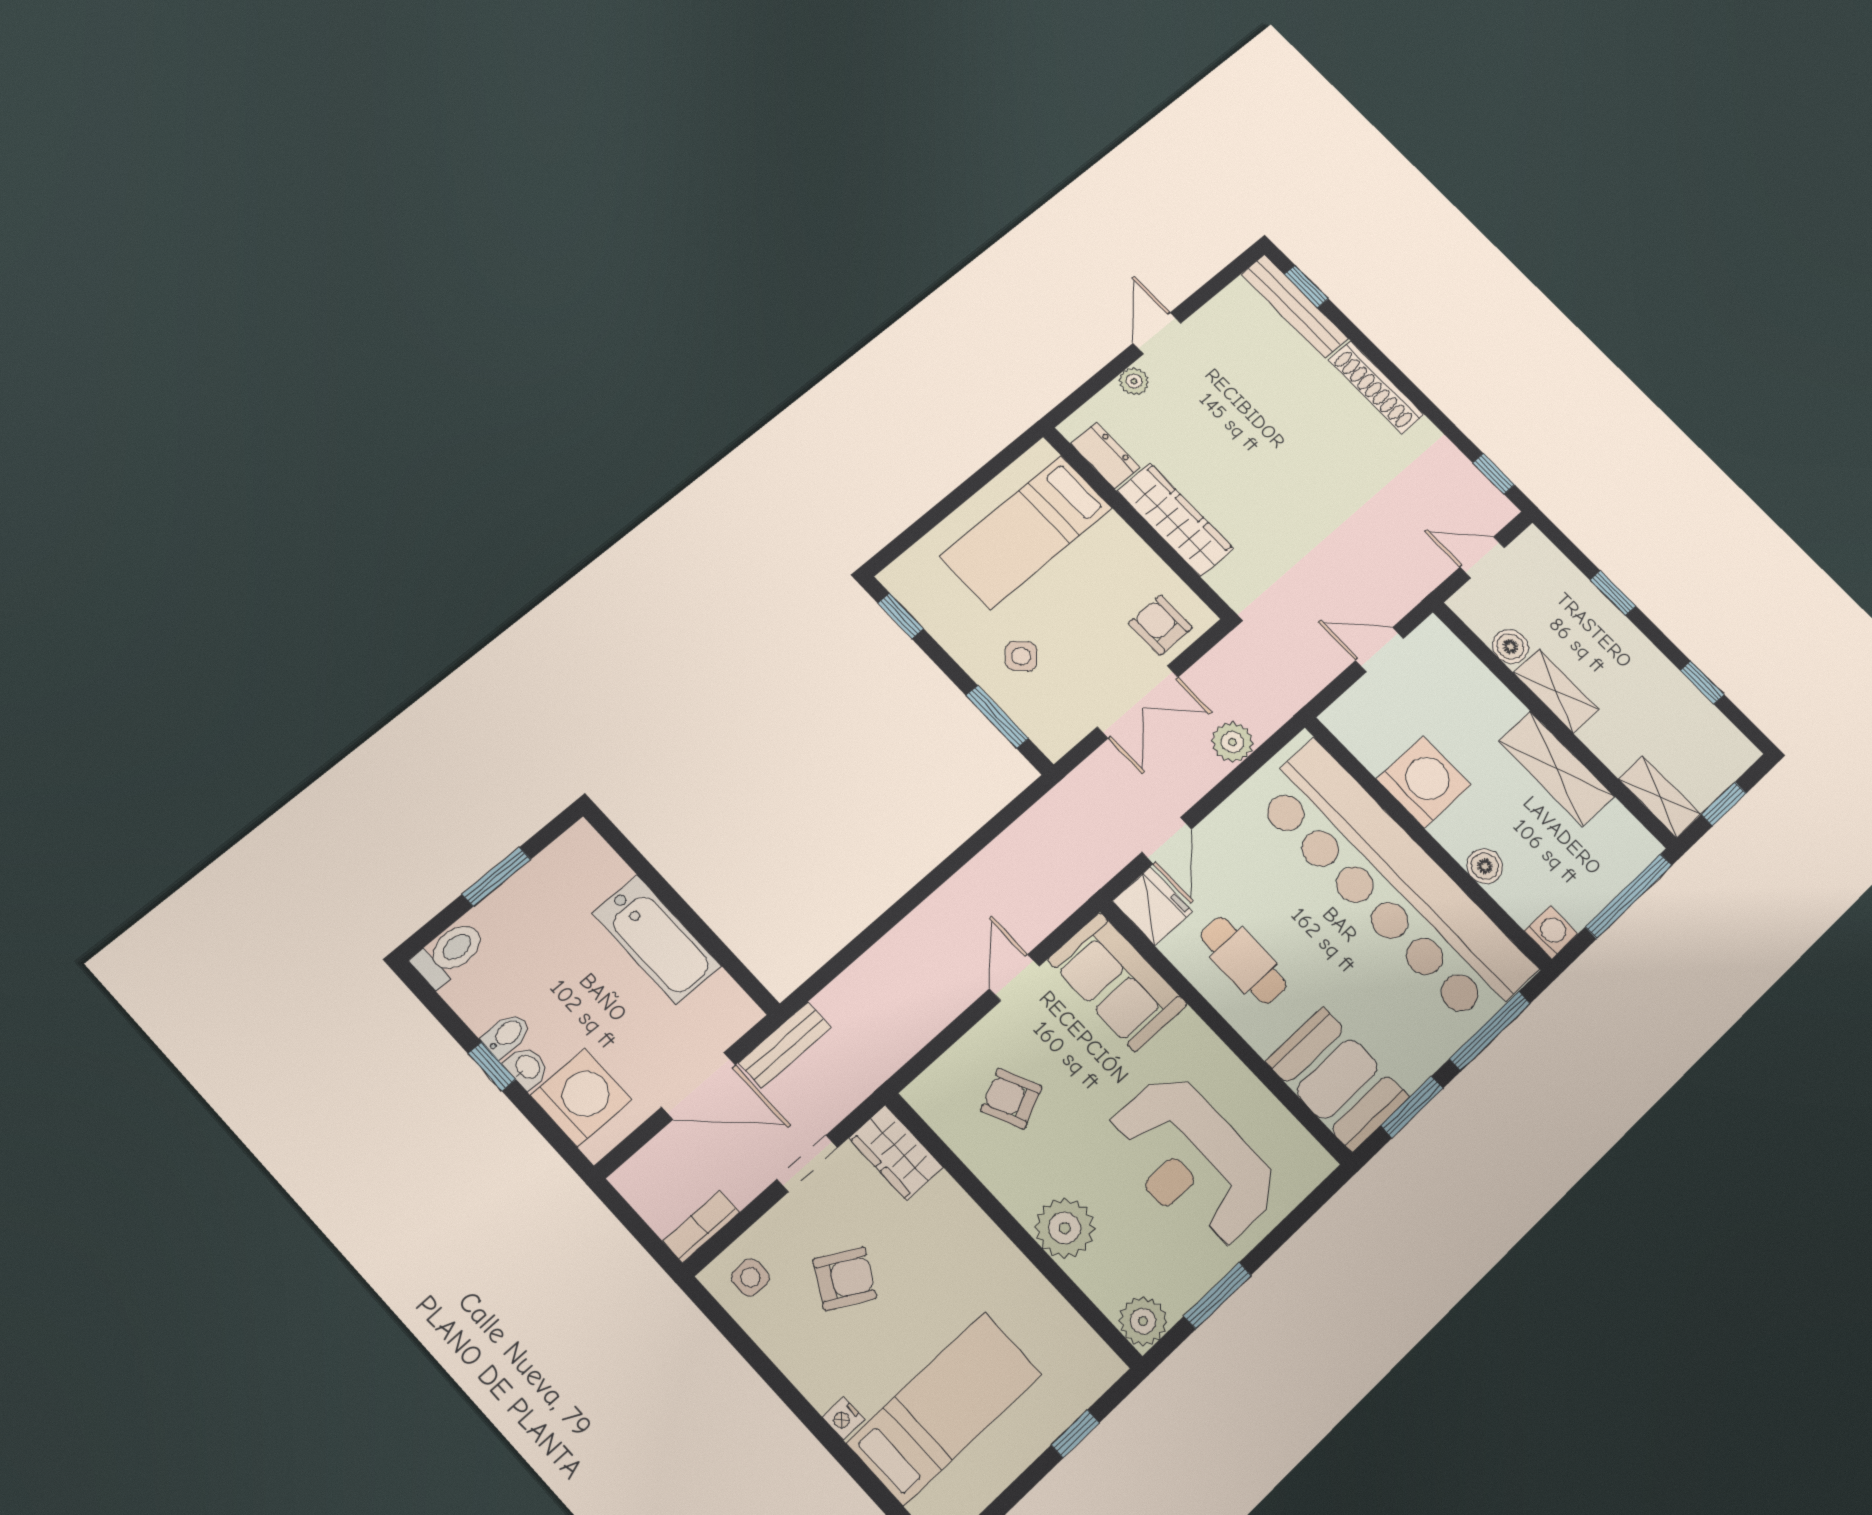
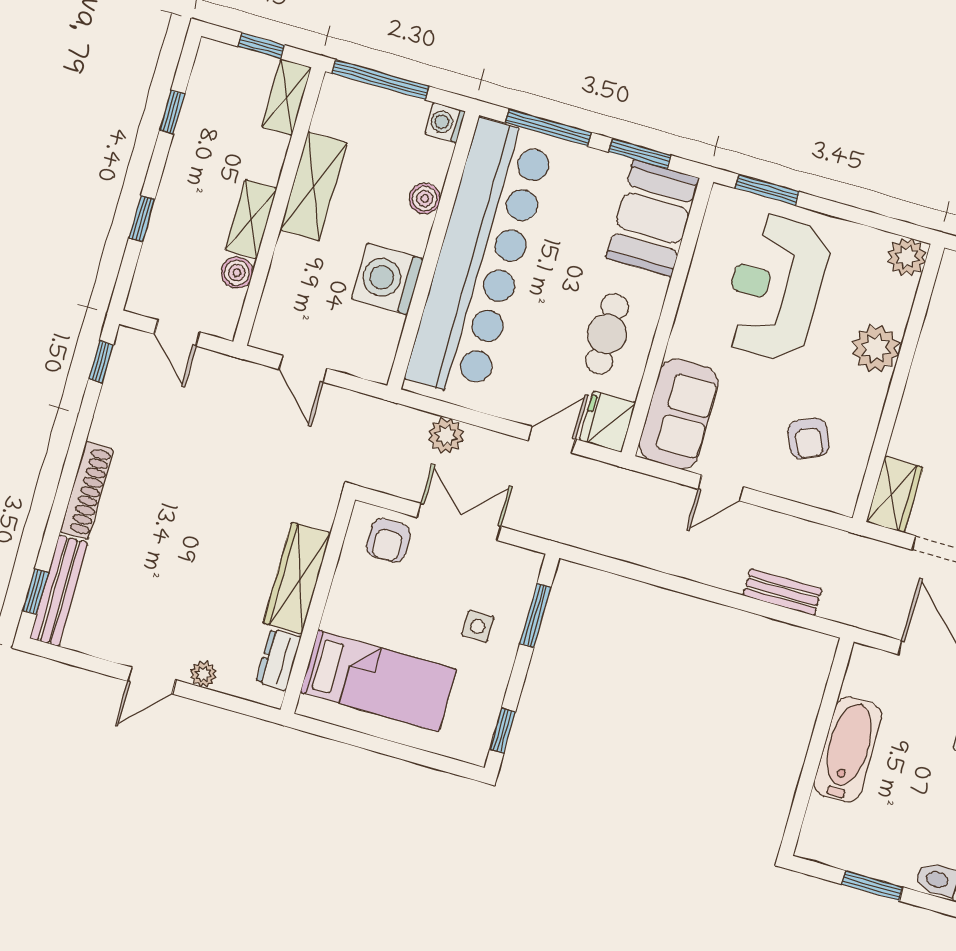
side table: (1021, 656) -> (478, 626), turned 45
bench: (785, 1045) -> (783, 592), moved
reception desk: (1192, 1161) -> (775, 287), turned 180
window: (1218, 1296) -> (767, 190), moved

